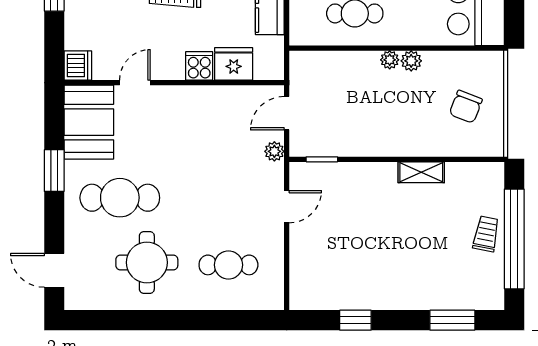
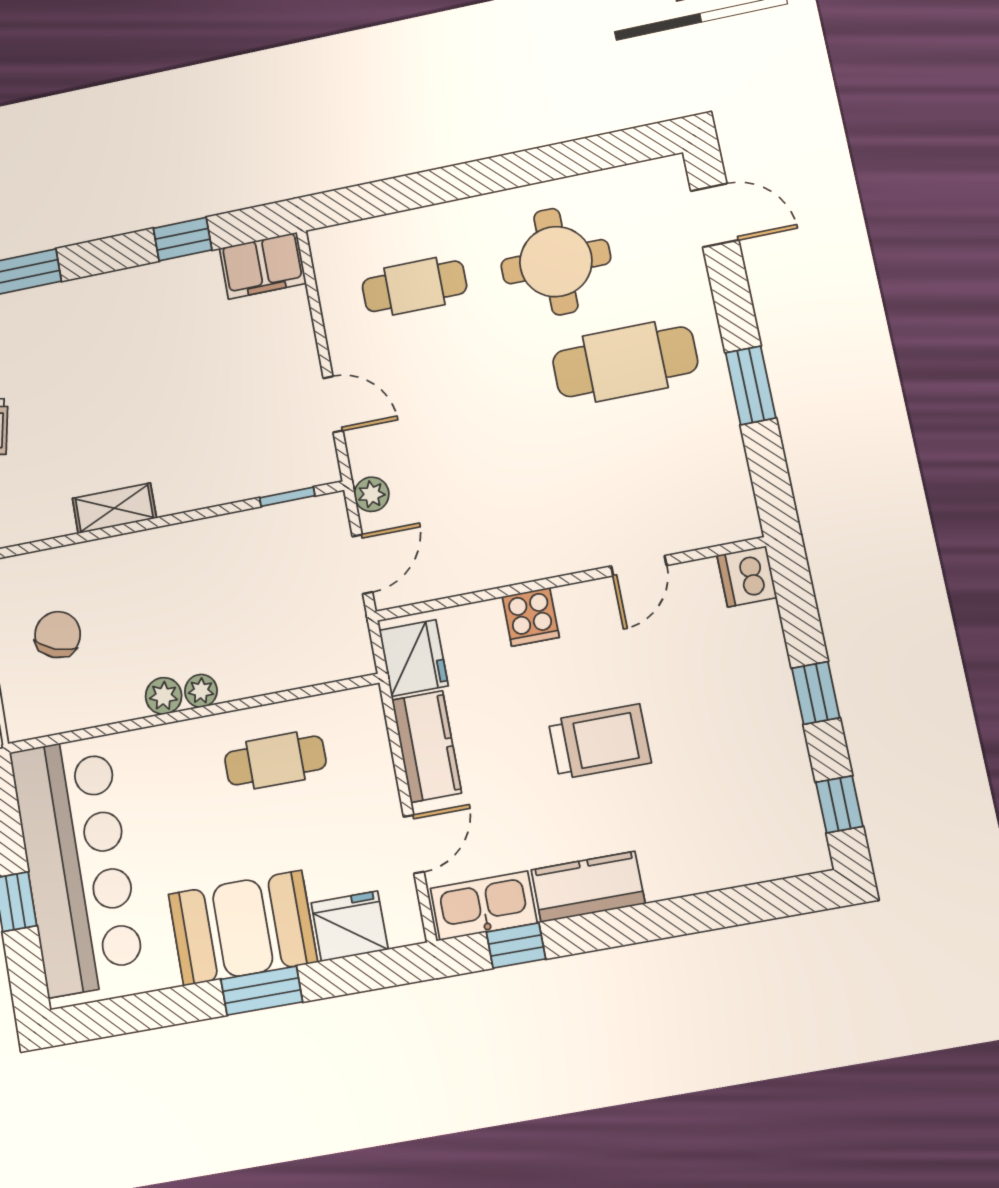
fridge: (234, 64) -> (414, 658), moved, turned -90
booth: (89, 122) -> (707, 481), removed
door: (287, 207) -> (333, 404), swing flipped
filing cabinet: (312, 295) -> (263, 266), added

